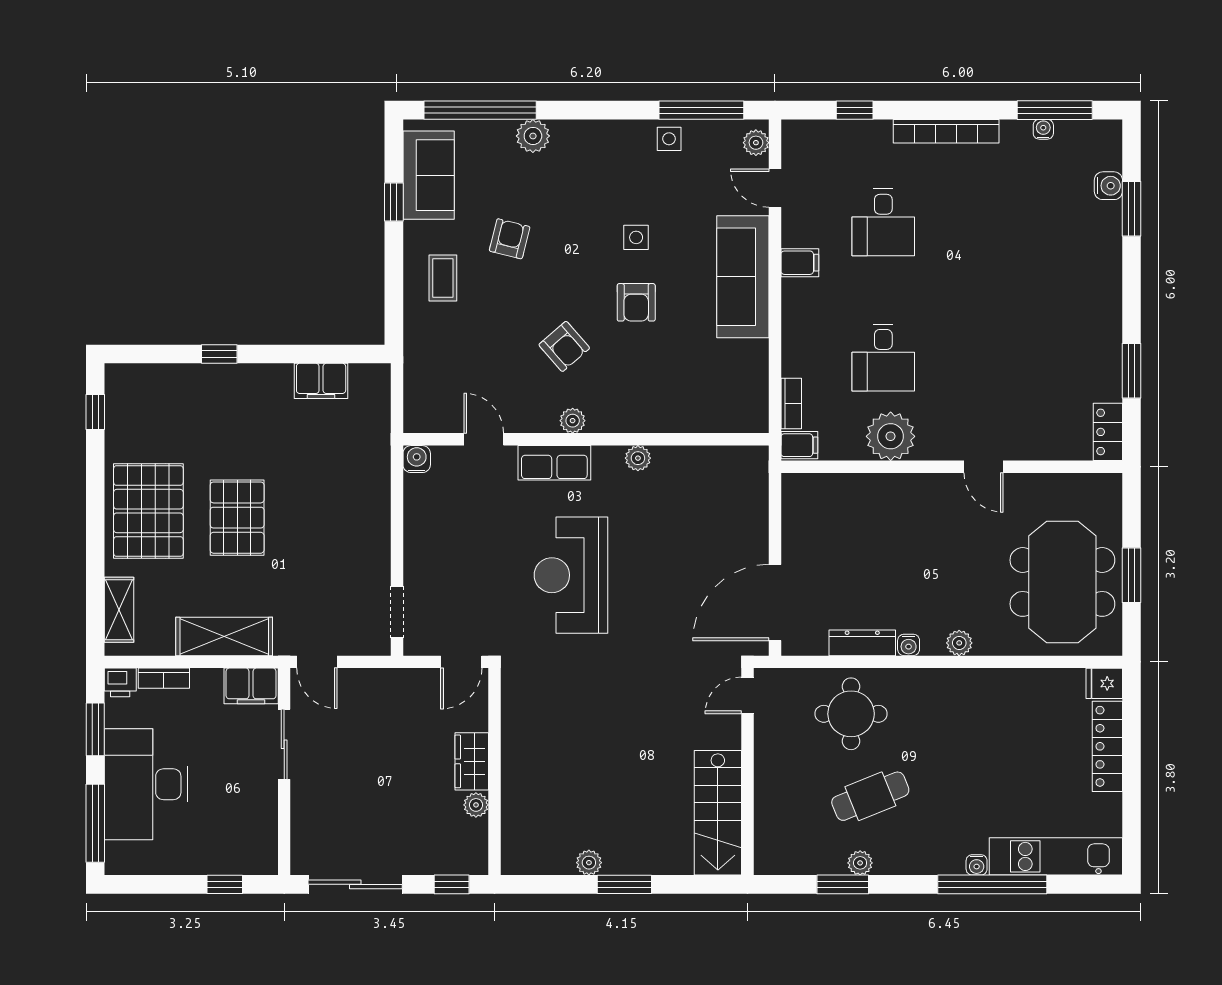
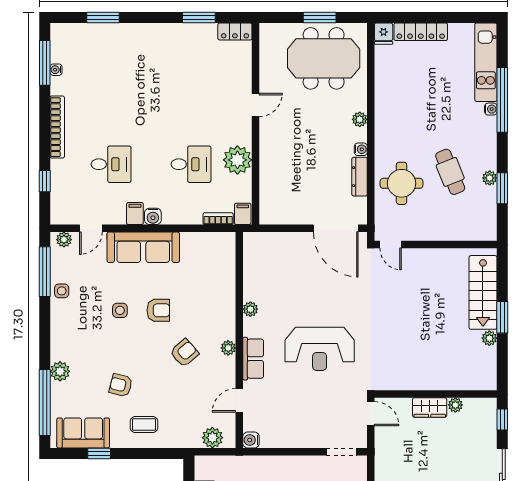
water cooler: (1108, 186) -> (153, 216), moved, turned 180
plant: (421, 394) -> (212, 438), added
stairs: (718, 813) -> (483, 292), moved, turned 90

